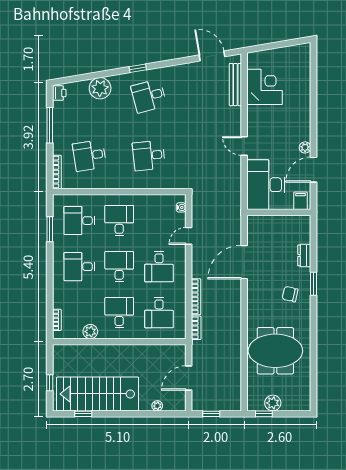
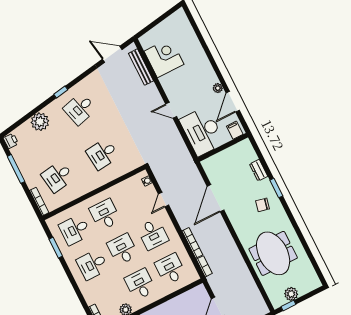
desk: (159, 313) -> (170, 269), turned 180
meeting table: (275, 351) -> (273, 253), turned 90

